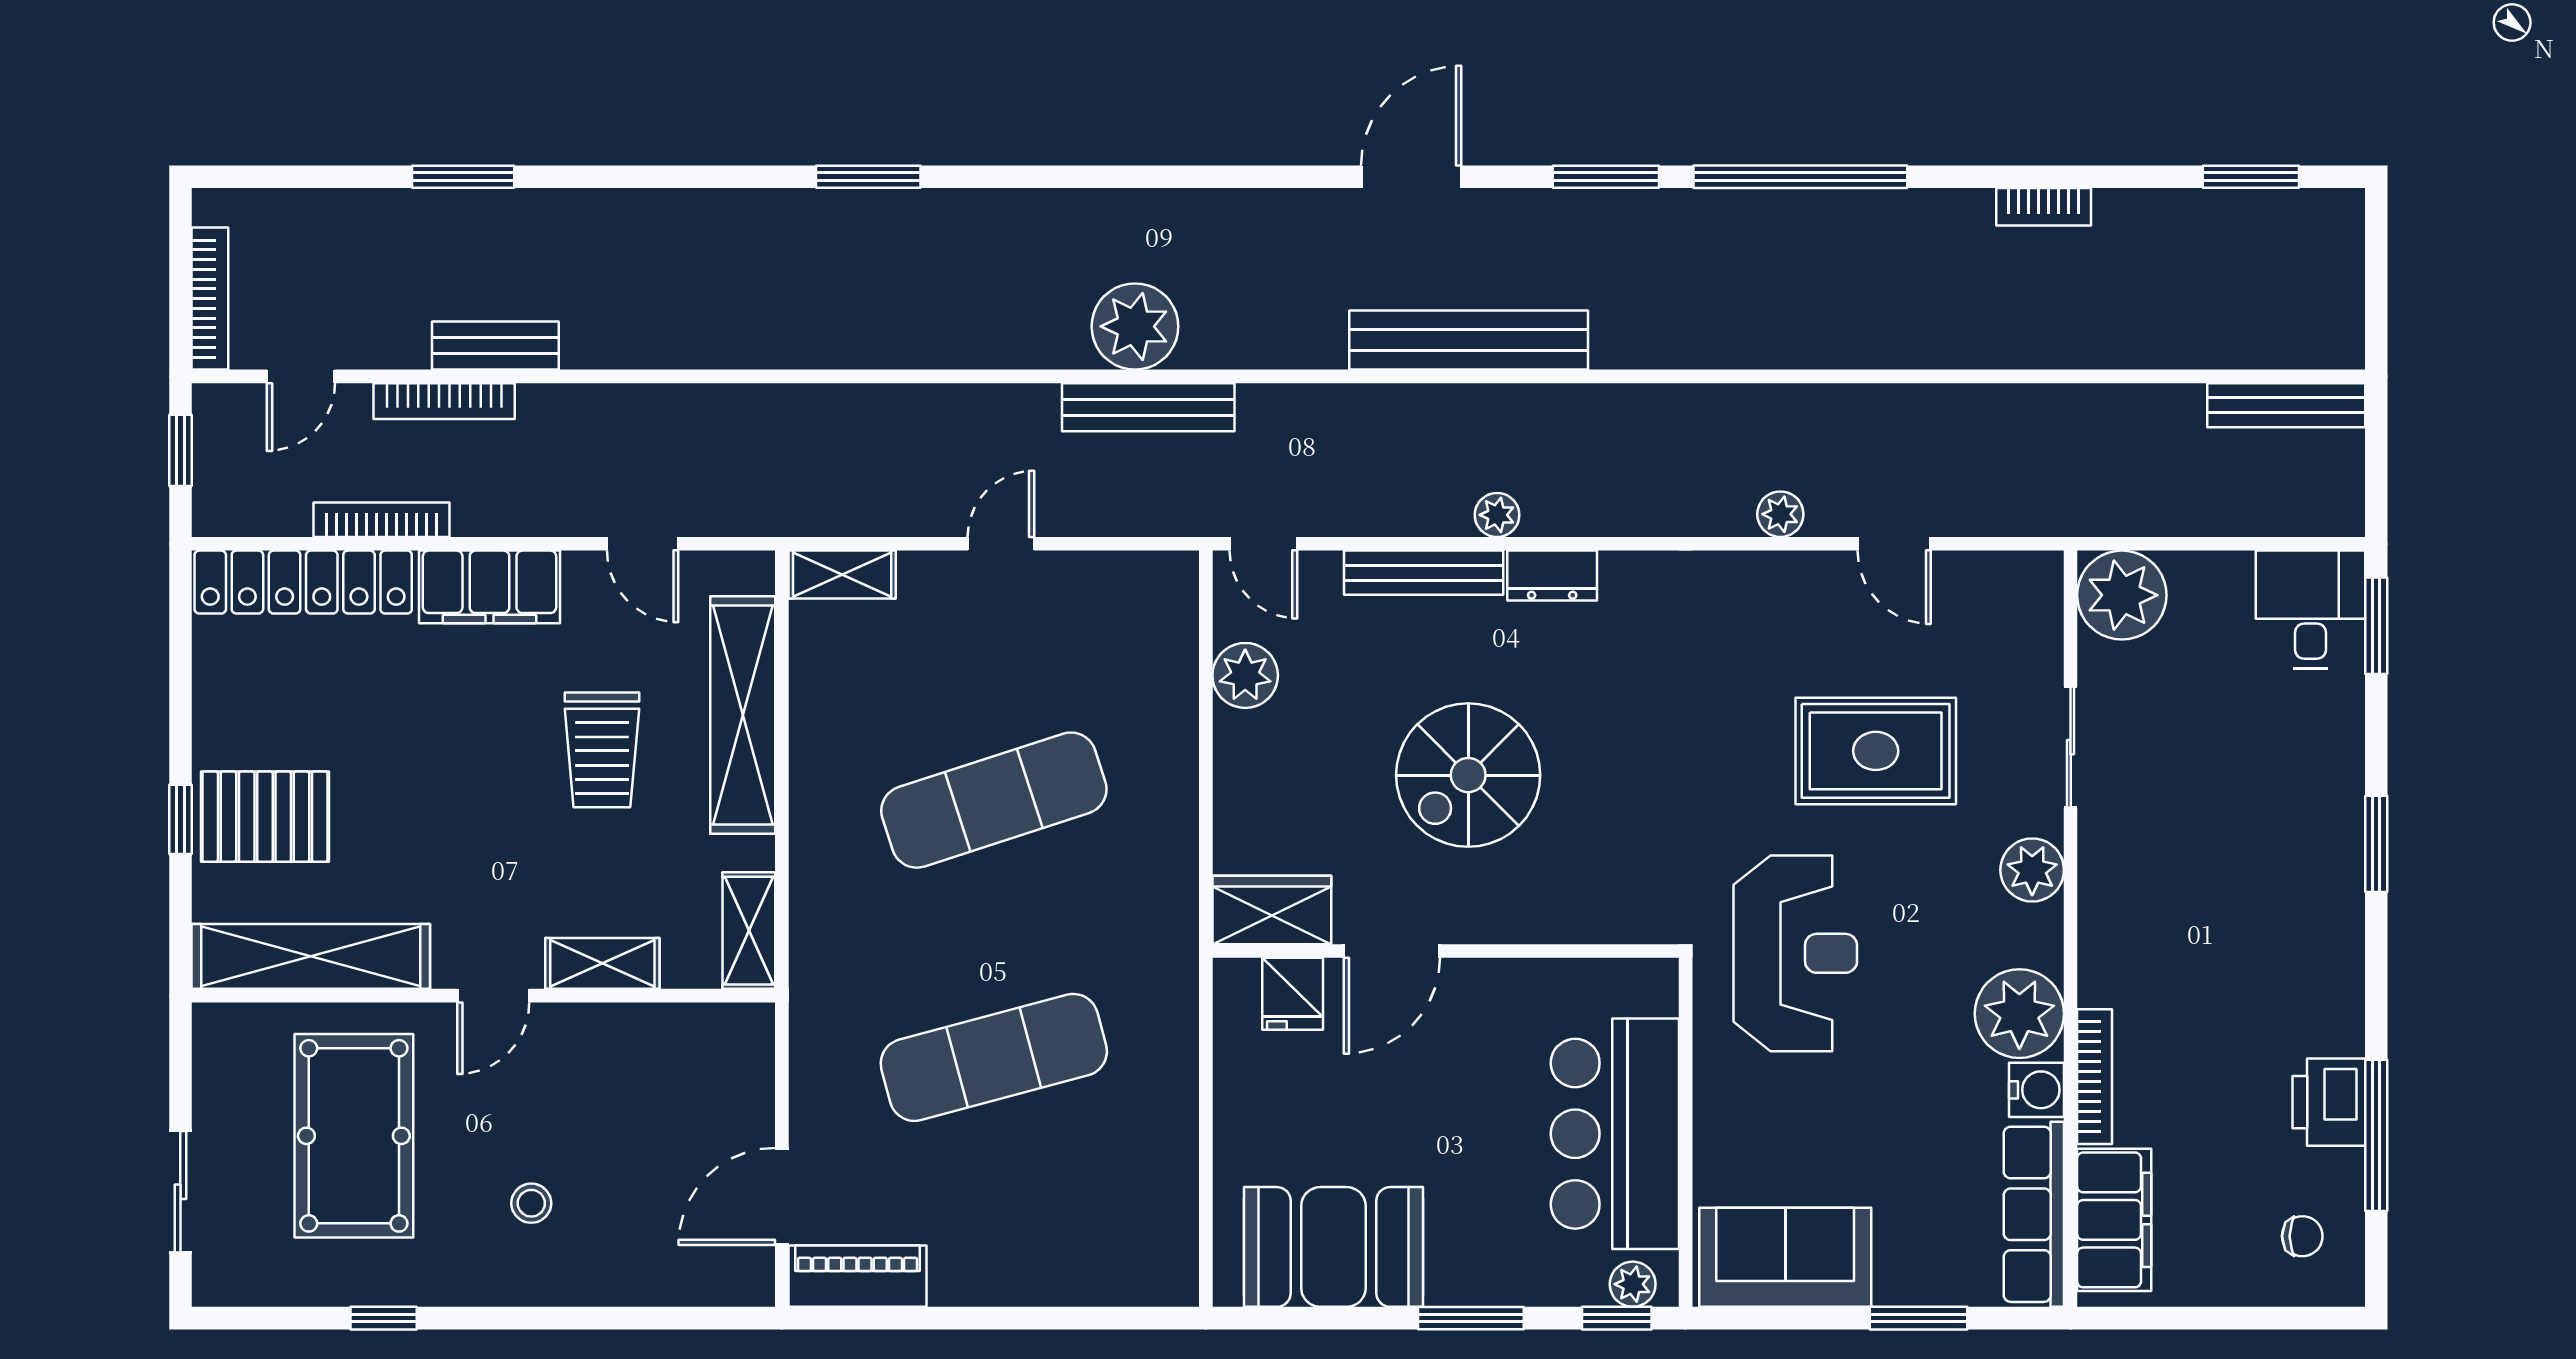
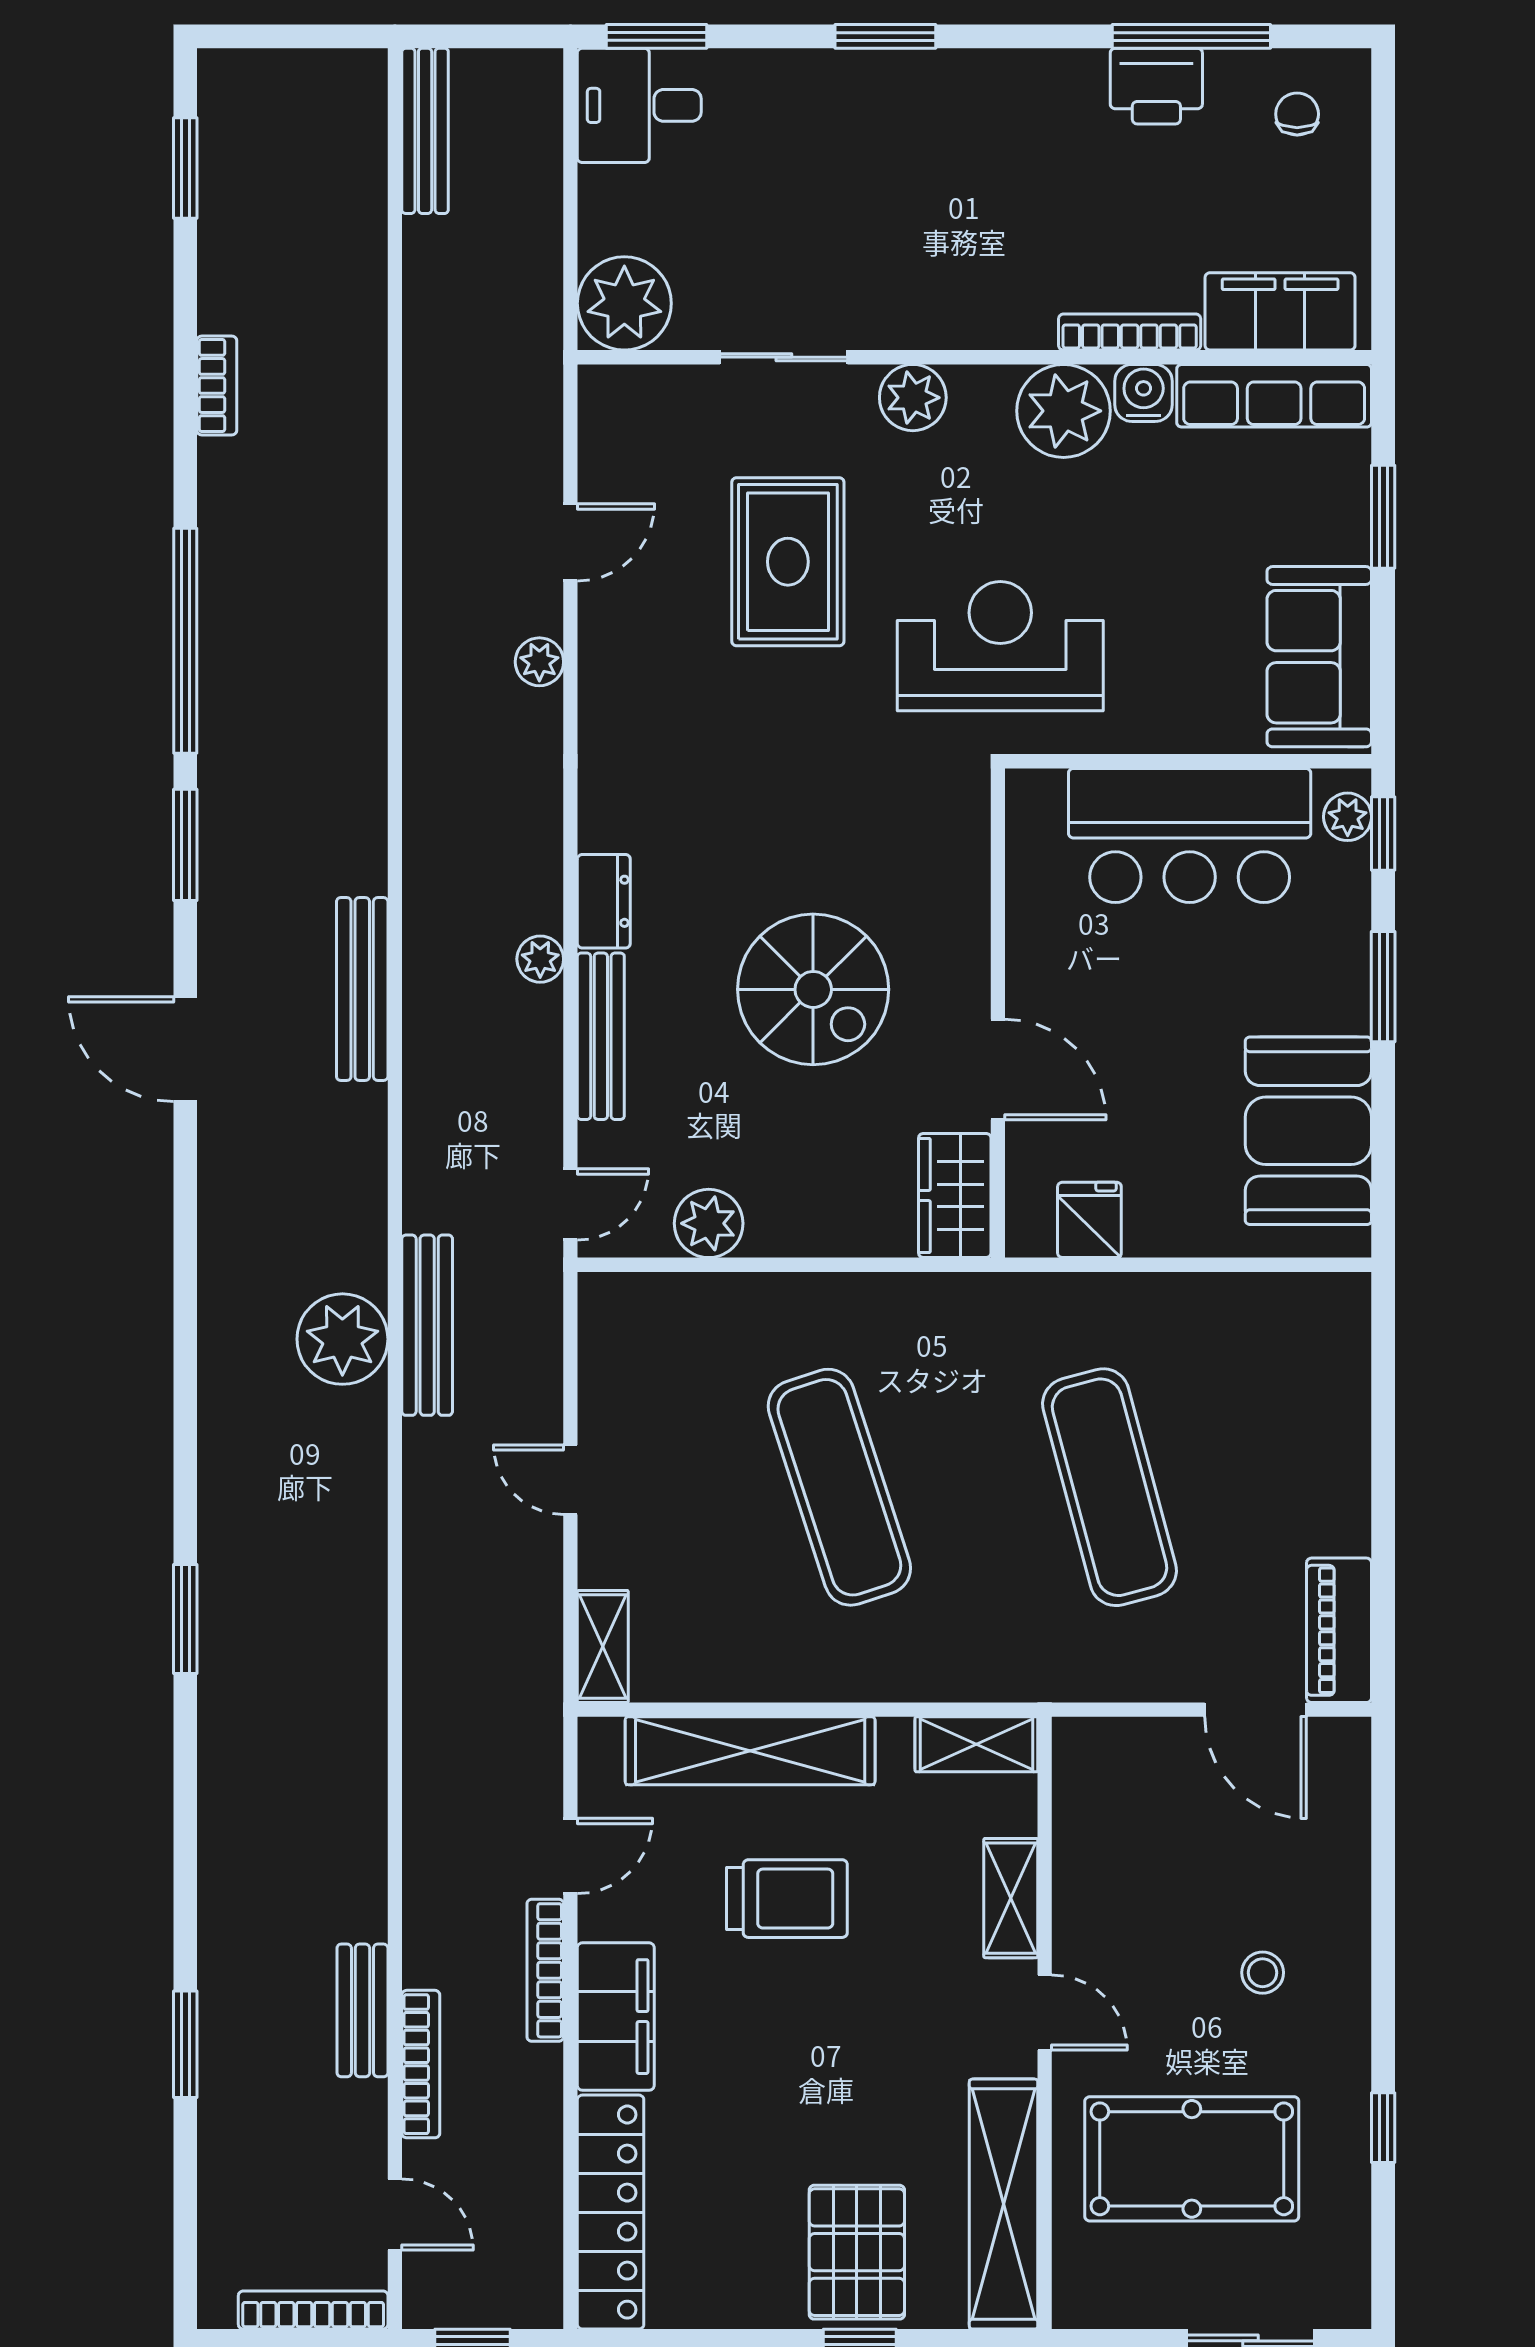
bench: (1469, 340) -> (362, 989), width x0.73, depth x0.82
bookcase: (382, 520) -> (545, 1970), moved
fridge: (1293, 994) -> (1089, 1220), moved, turned -90

